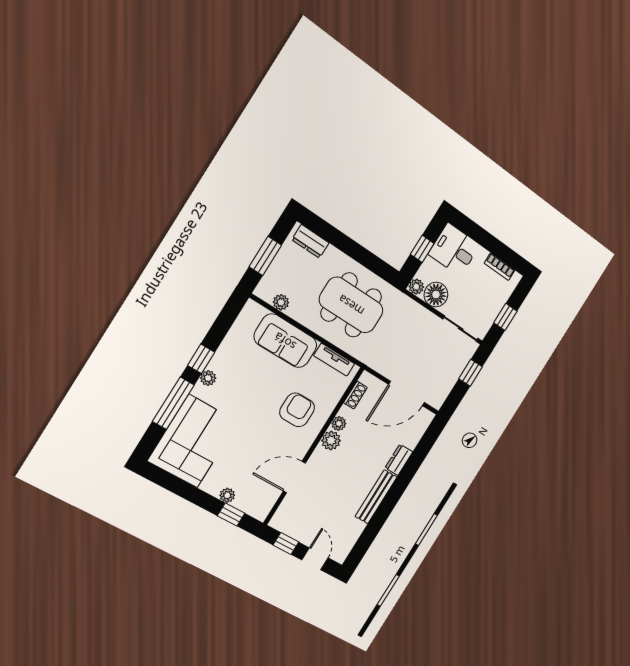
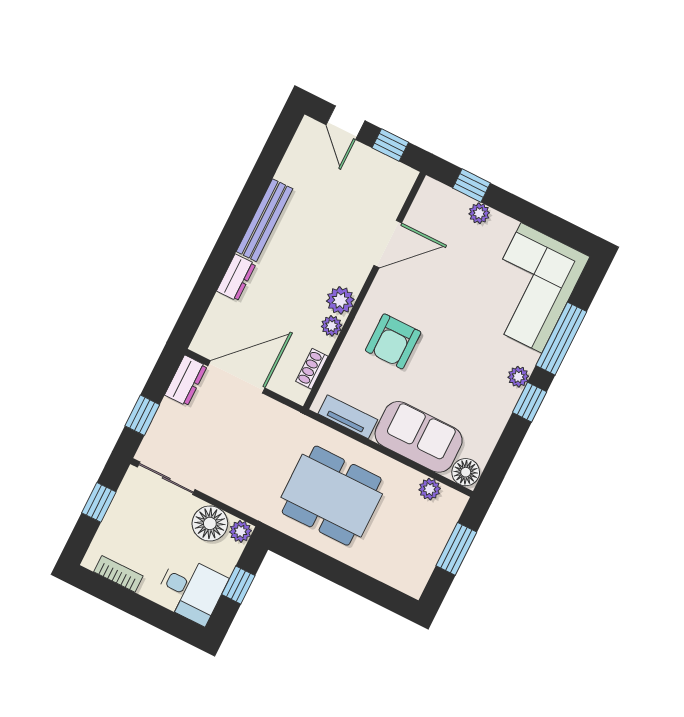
dresser: (310, 241) -> (186, 381), moved, turned 90
floor lamp: (253, 312) -> (466, 472), added

